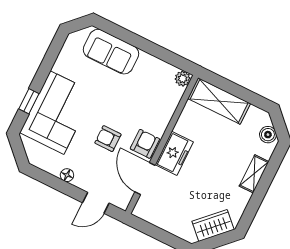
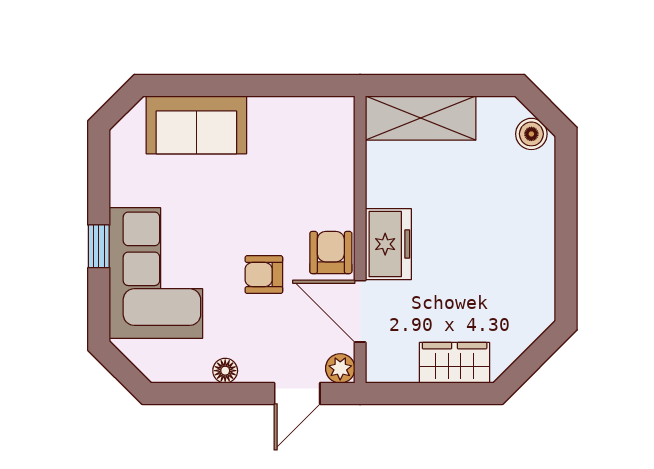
plant: (183, 79) -> (340, 368), moved
window: (29, 101) -> (99, 246), moved
shelving: (254, 174) -> (541, 212), removed
wardrobe: (213, 225) -> (455, 363), moved, turned 45

